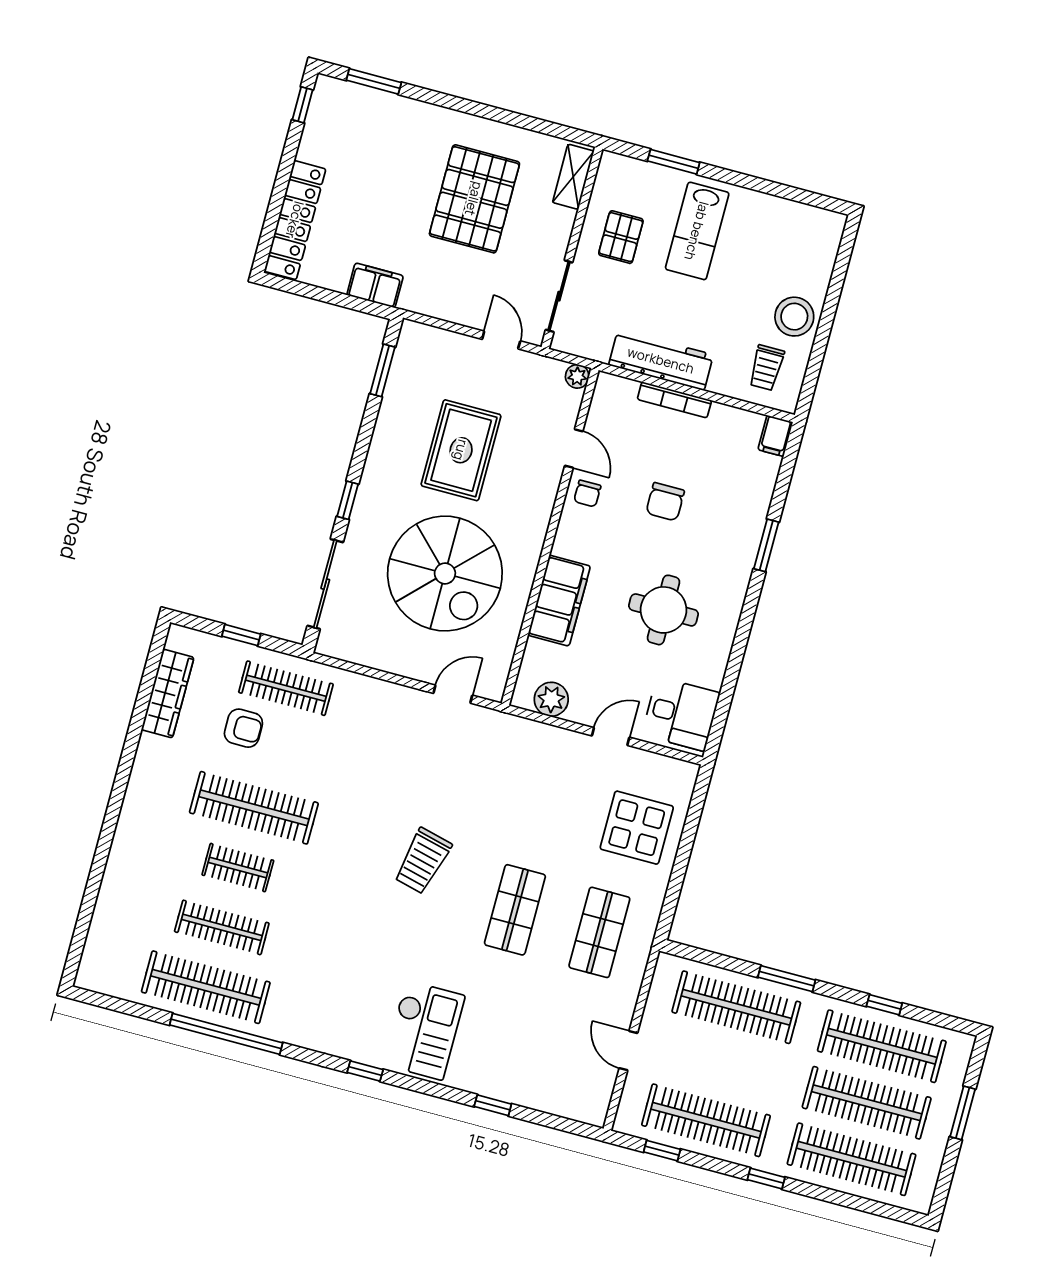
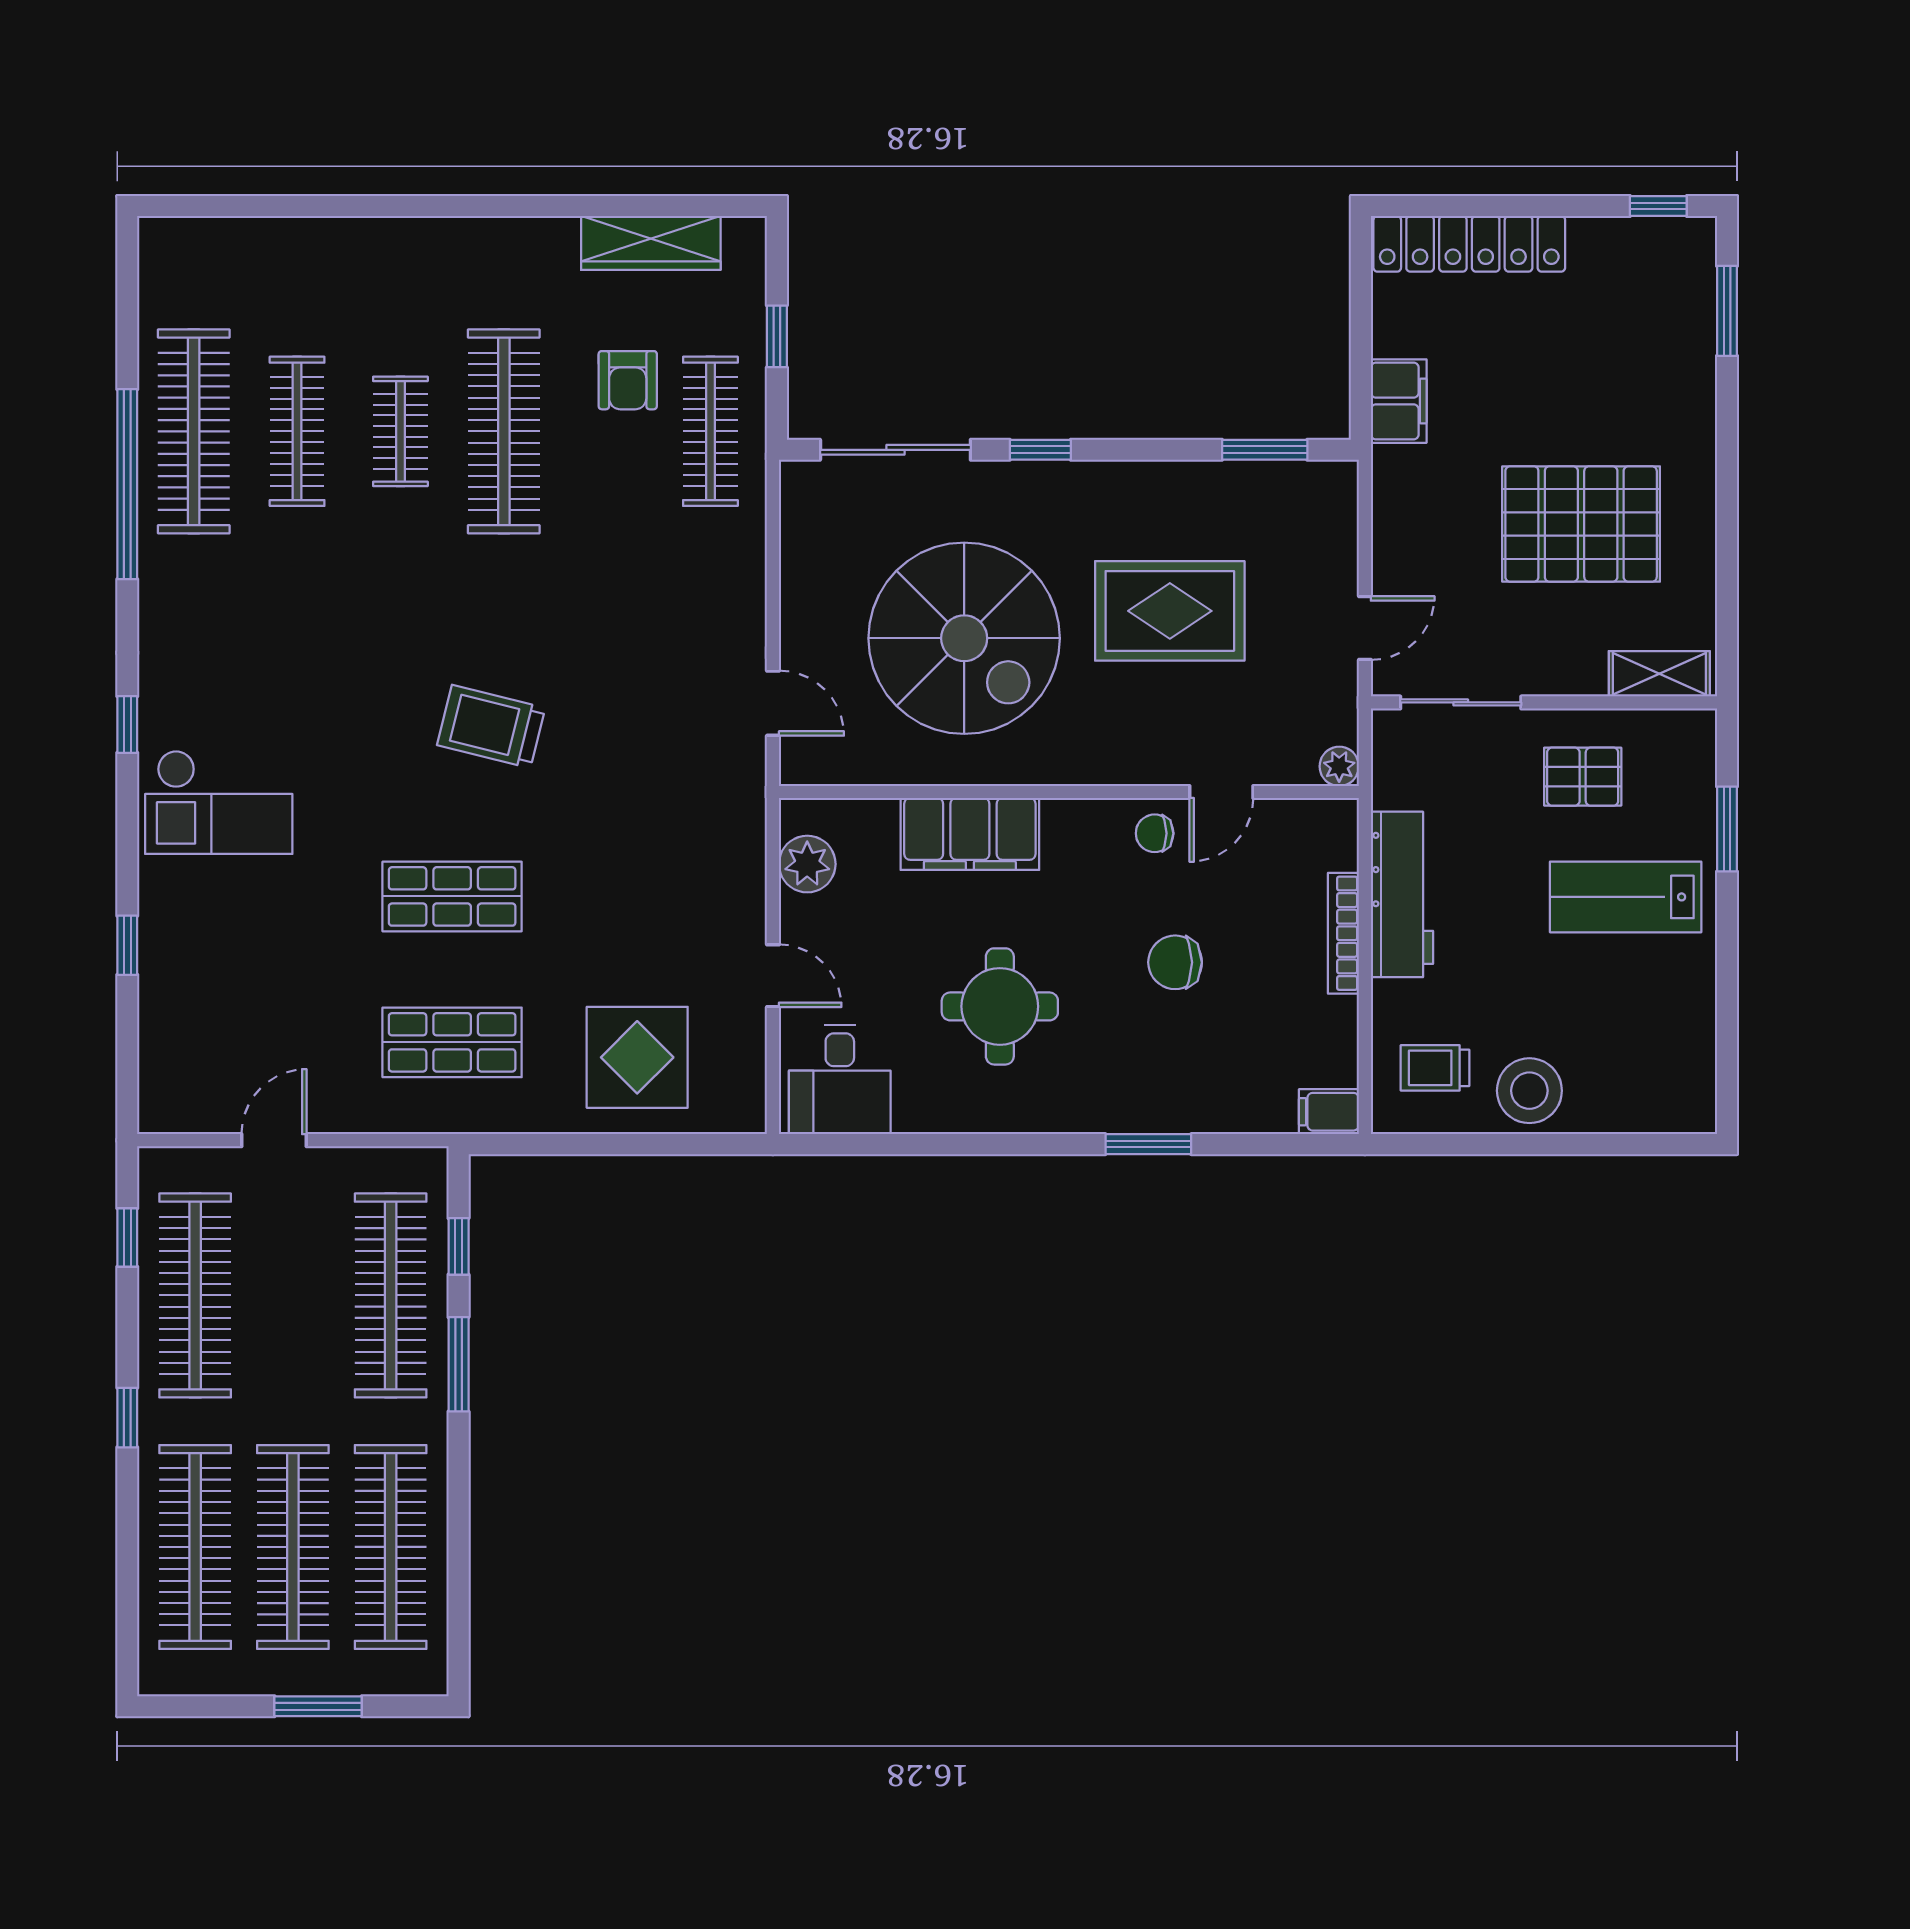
spiral stairs: (445, 573) -> (964, 638), turned -90
window: (884, 1005) -> (459, 1246), moved

